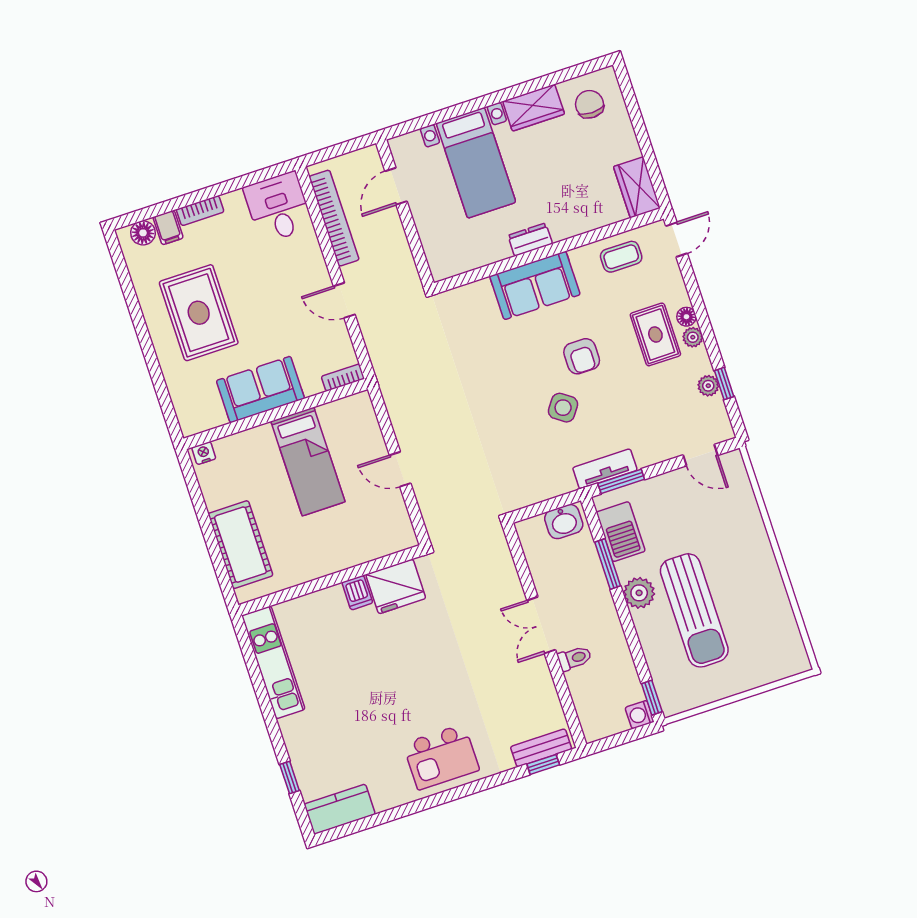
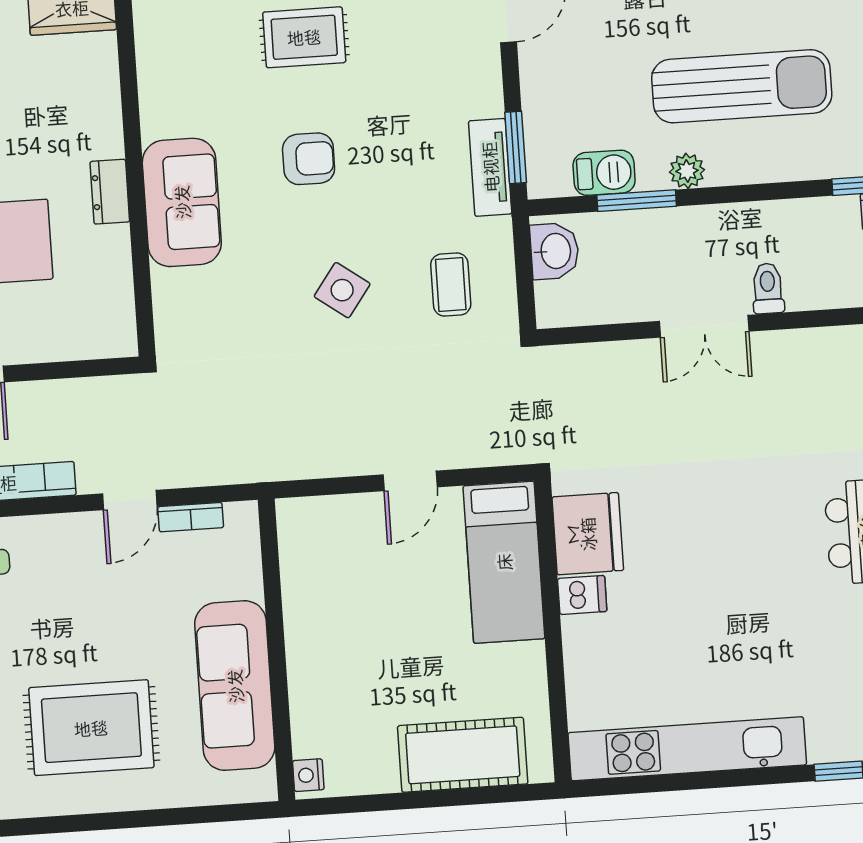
coffee table: (621, 257) -> (451, 285), moved
bookcase: (343, 378) -> (191, 517), moved, turned -90
sofa: (260, 390) -> (235, 686), width x1.36
side table: (563, 408) -> (342, 290), moved
bed: (308, 462) -> (504, 562), moved, turned 90
barbecue: (621, 532) -> (604, 173), width x0.73, depth x0.79
plant: (639, 593) -> (687, 171), width x0.73, depth x0.73
kitchen unit: (273, 662) -> (687, 749), width x1.36

